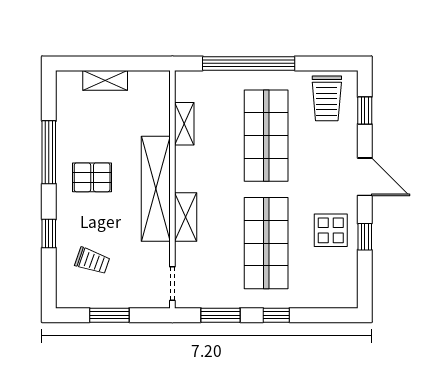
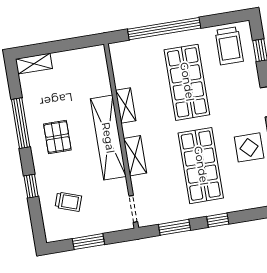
shelving: (105, 80) -> (34, 64), moved
shelving: (184, 124) -> (126, 105), moved
pallet: (92, 177) -> (57, 137), turned 90

